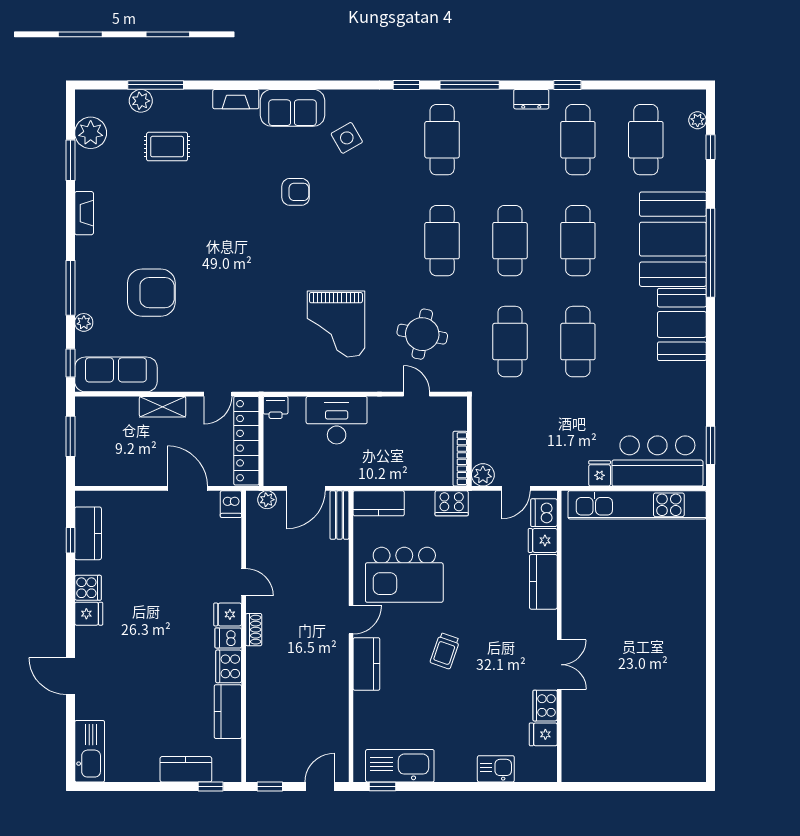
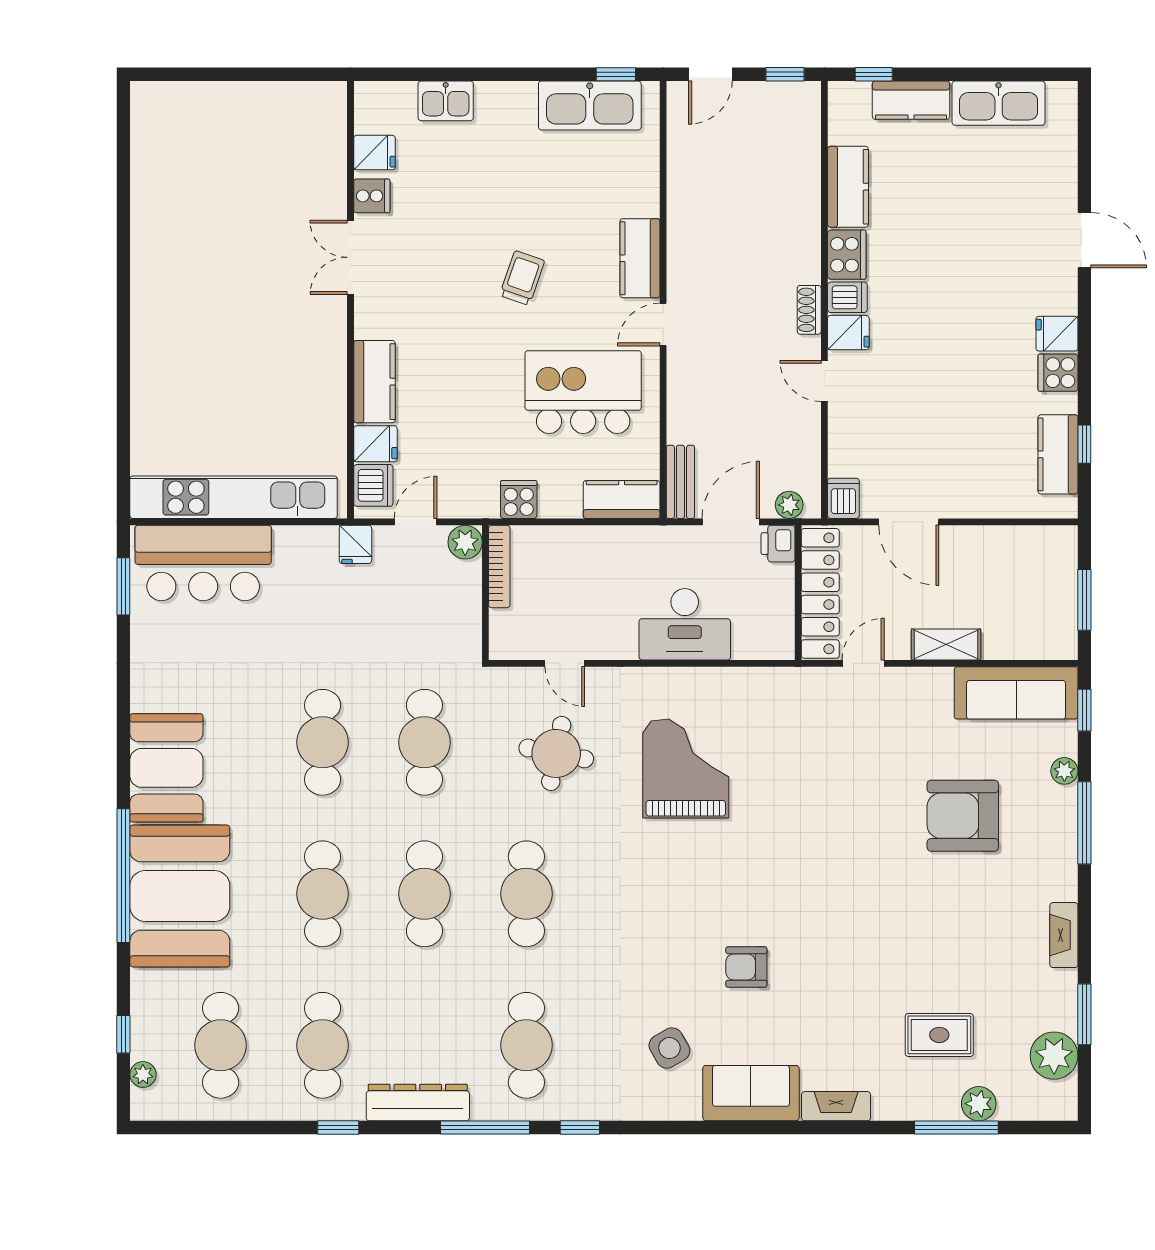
dresser: (531, 99) -> (418, 1102), width x1.96, depth x1.24
printer: (276, 407) -> (778, 544), moved, turned -90
fridge: (600, 473) -> (355, 544), moved
cooker: (452, 503) -> (519, 499), width x0.73
cooker: (545, 706) -> (372, 196), width x0.73
kitchen sink: (90, 751) -> (999, 103), moved, turned -90

